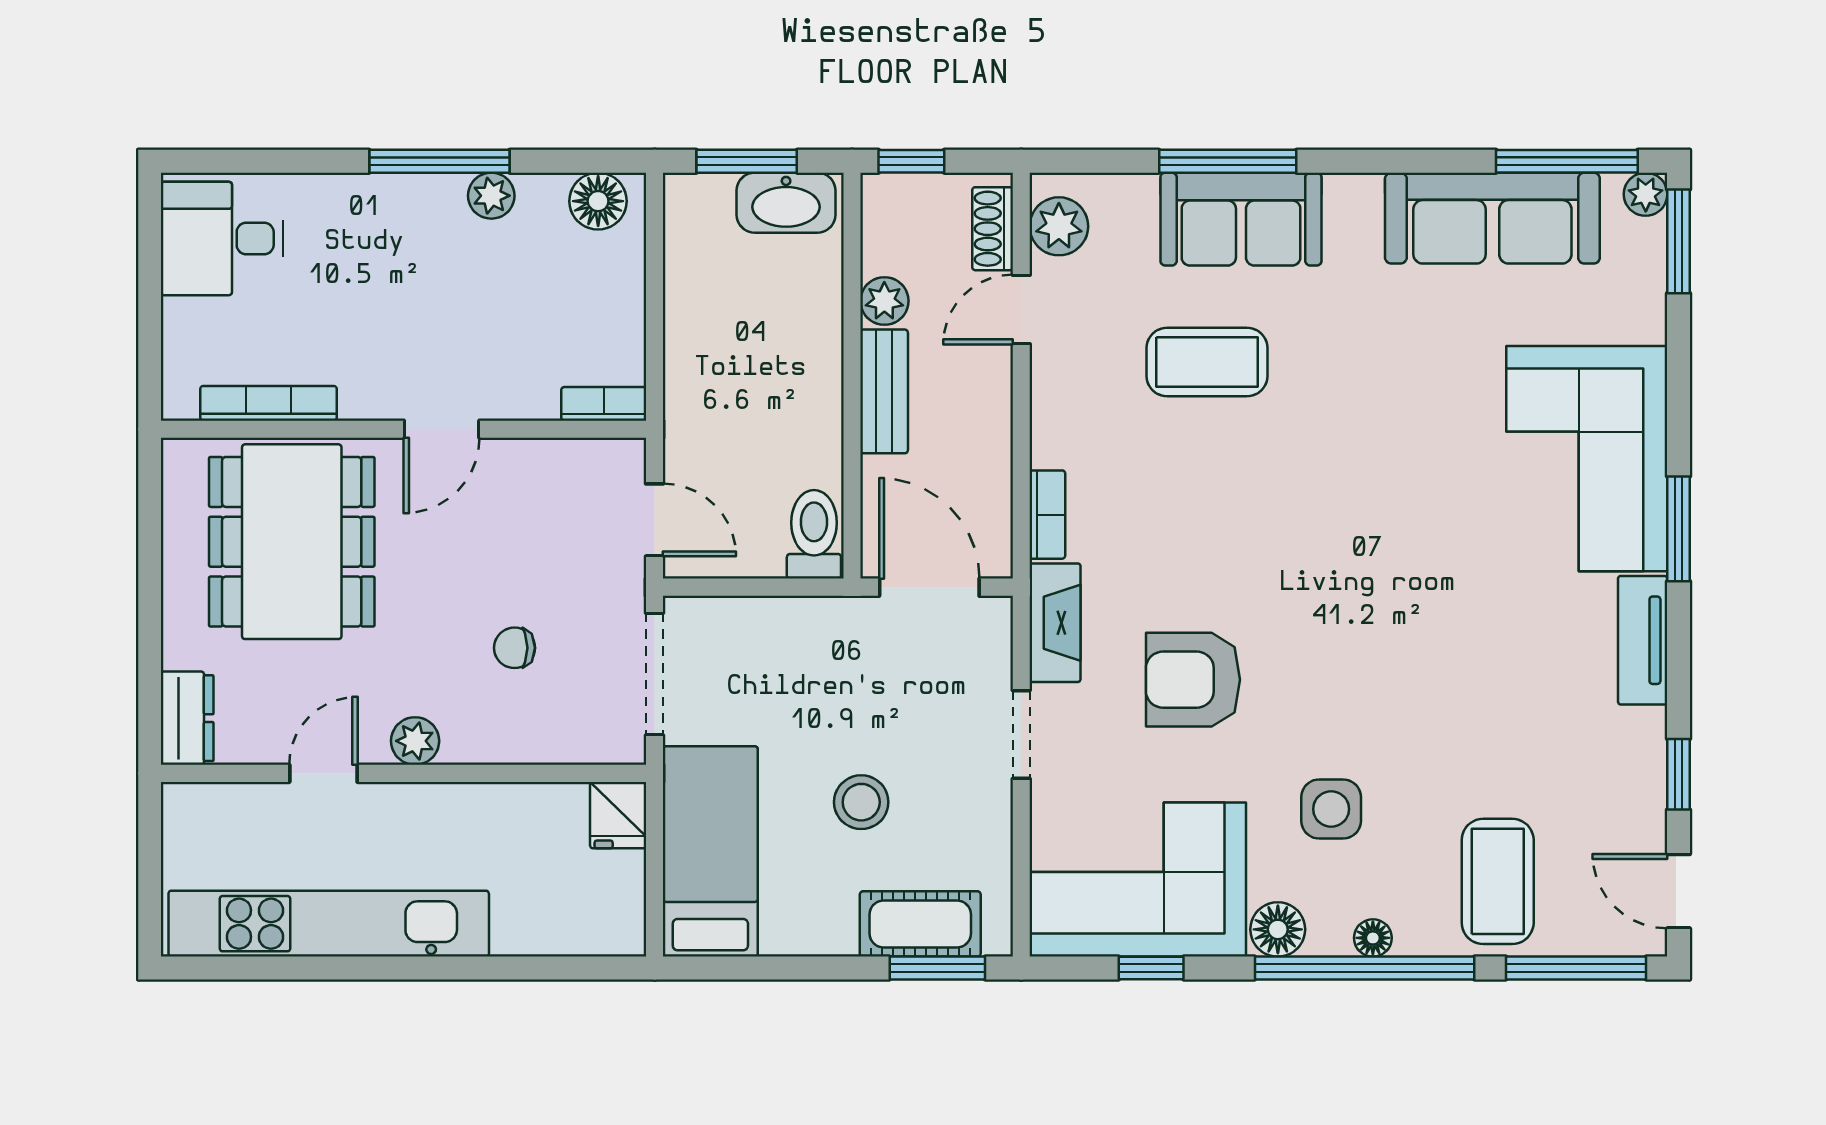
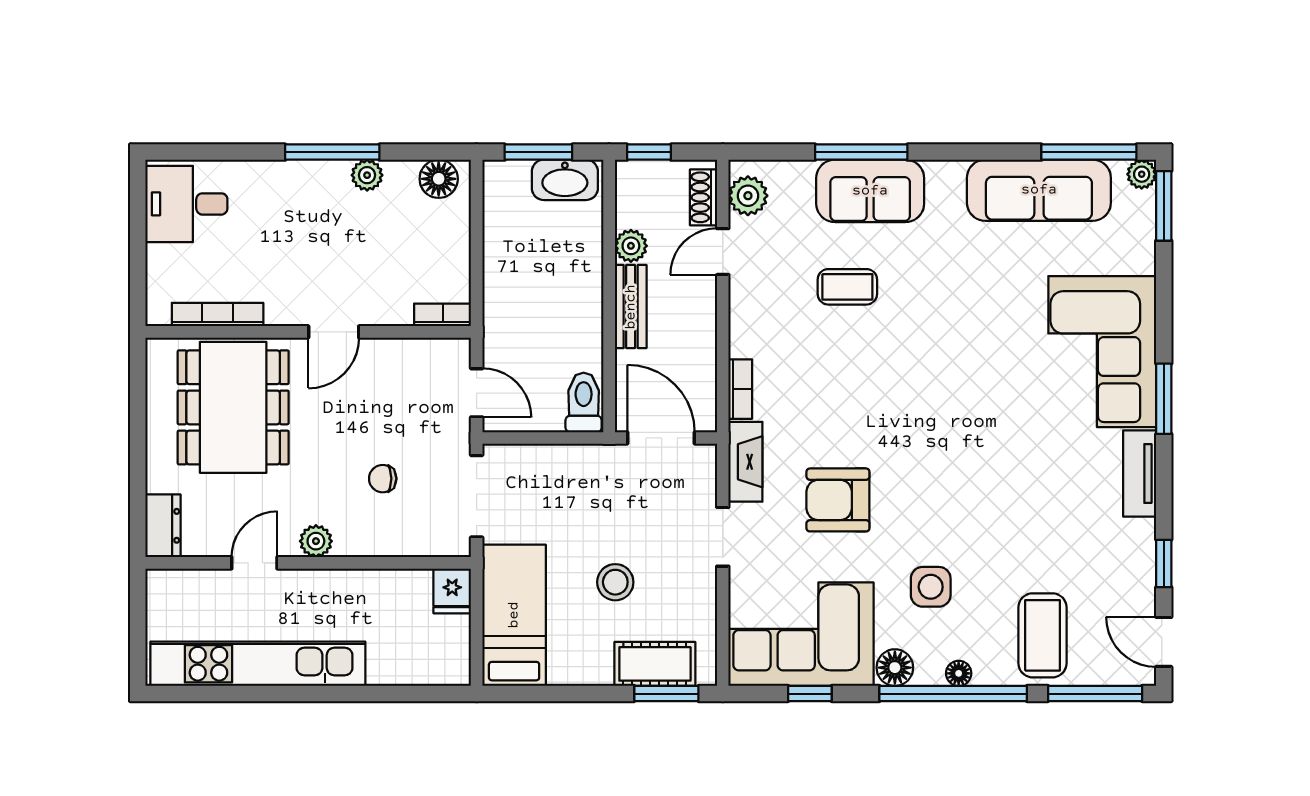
coffee table: (1207, 362) -> (847, 287), width x0.73, depth x0.77

